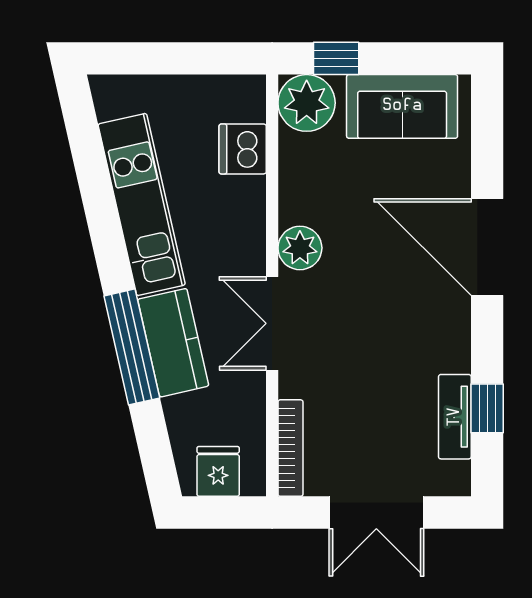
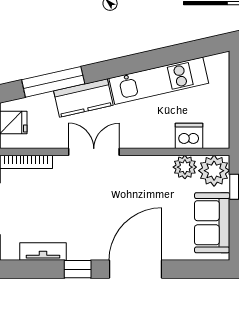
plant: (300, 248) -> (185, 167), moved
window: (132, 347) -> (53, 82), moved
window: (487, 408) -> (78, 269), moved

